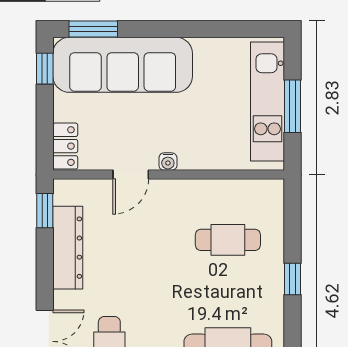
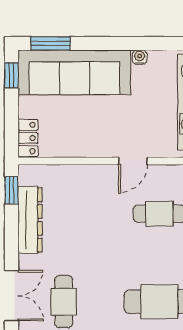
water cooler: (168, 162) -> (140, 57), moved, turned 180
door: (131, 175) -> (133, 161), moved

